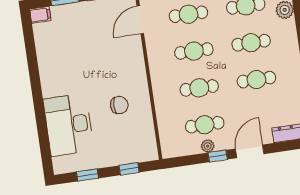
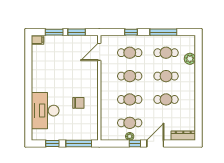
window: (129, 169) -> (79, 143), width x2.17

